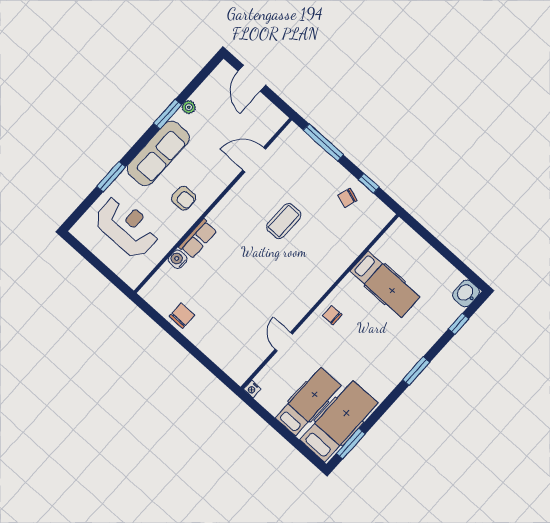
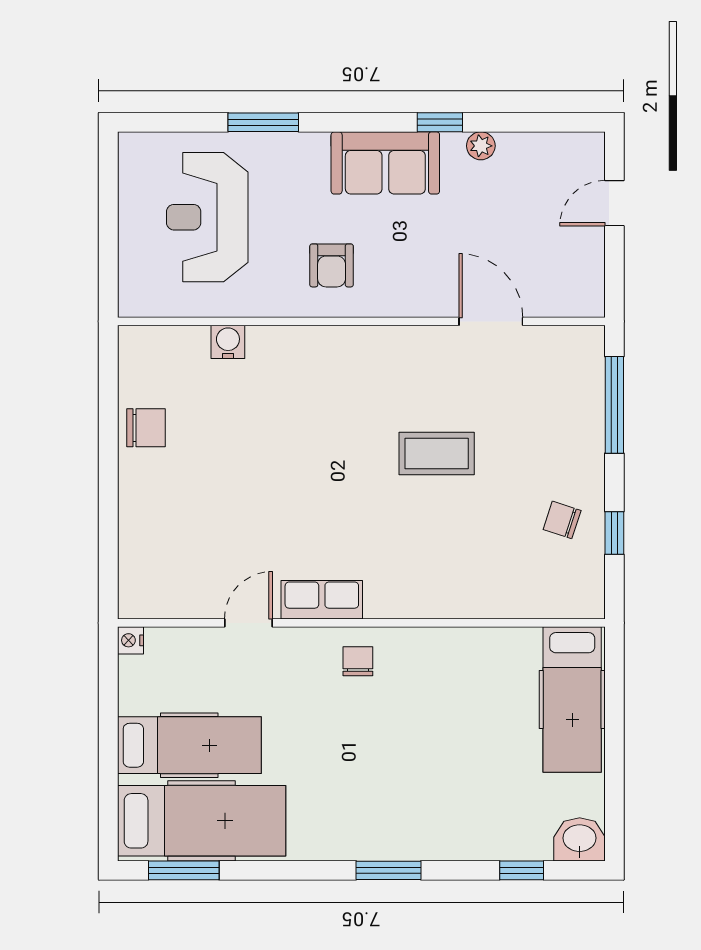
door: (252, 78) -> (614, 203), width x0.73
window: (167, 114) -> (440, 122), width x0.67
sofa: (158, 153) -> (385, 163), width x0.73
reception desk: (127, 227) -> (207, 217), turned 180
row of seats: (198, 239) -> (322, 600), moved, turned 180
hospital bed: (385, 284) -> (572, 700), moved

